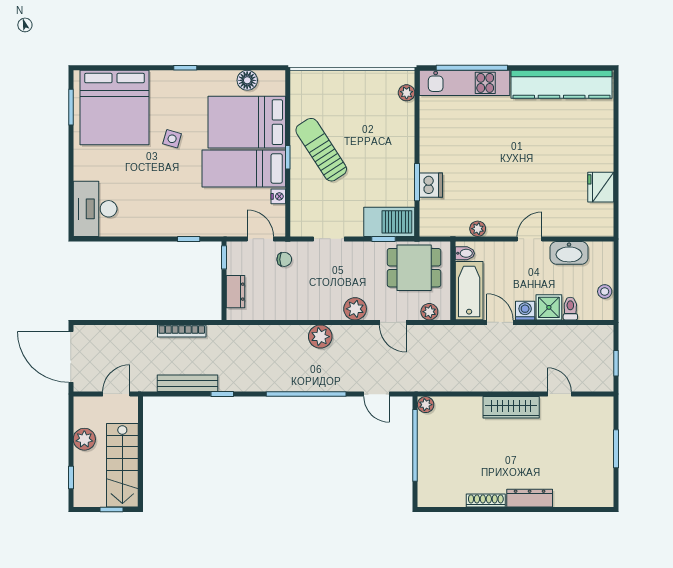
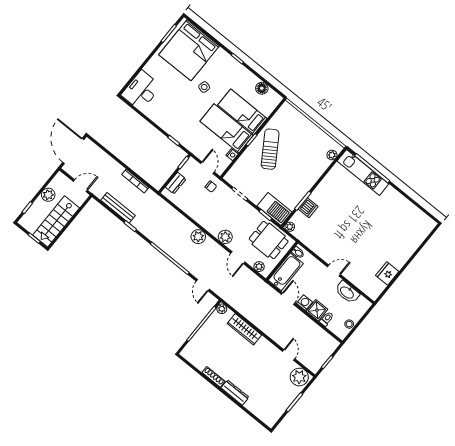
kitchen counter: (562, 84) -> (408, 210), removed
bed: (247, 122) -> (242, 112), width x0.67
plant: (478, 229) -> (290, 227), moved
wardrobe: (511, 407) -> (244, 329), moved
plant: (596, 411) -> (299, 377), added

